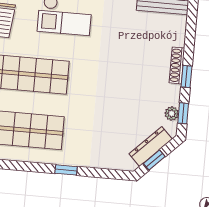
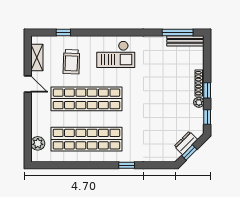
plant: (172, 113) -> (199, 102), moved
dresser: (151, 146) -> (186, 143), width x0.70

